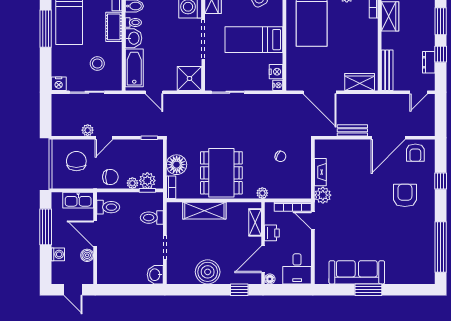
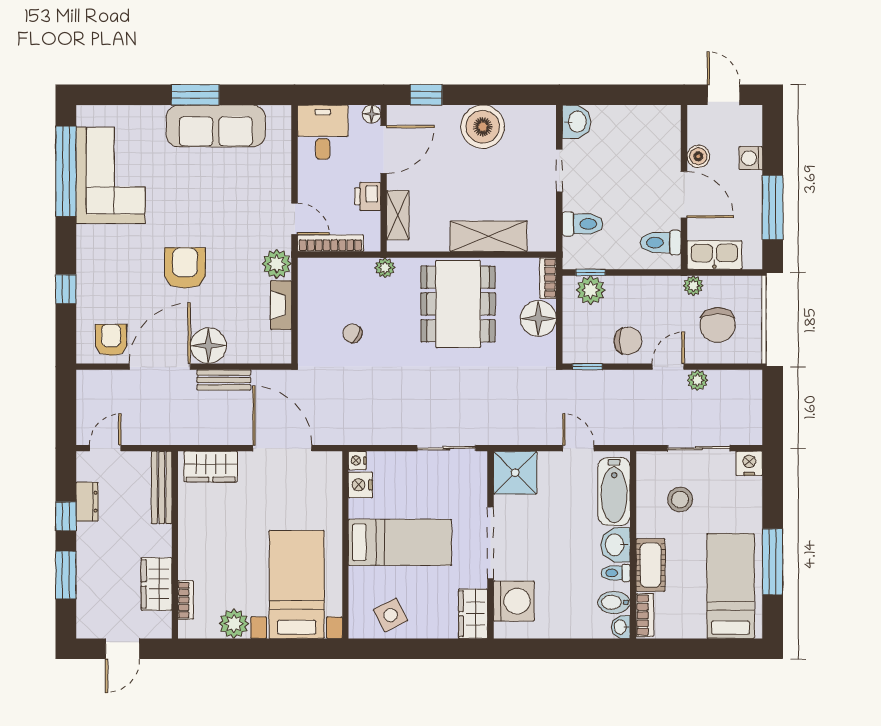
floor lamp: (361, 149) -> (208, 346), added
chair: (110, 177) -> (628, 341), moved, turned 180
plant: (132, 183) -> (693, 286), moved
armchair: (405, 195) -> (185, 268), moved, turned 180
corner sofa: (416, 245) -> (111, 175), added

